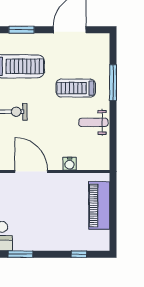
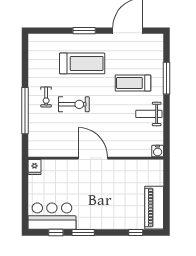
water cooler: (70, 164) -> (158, 151), moved
piano: (99, 205) -> (154, 208), moved

